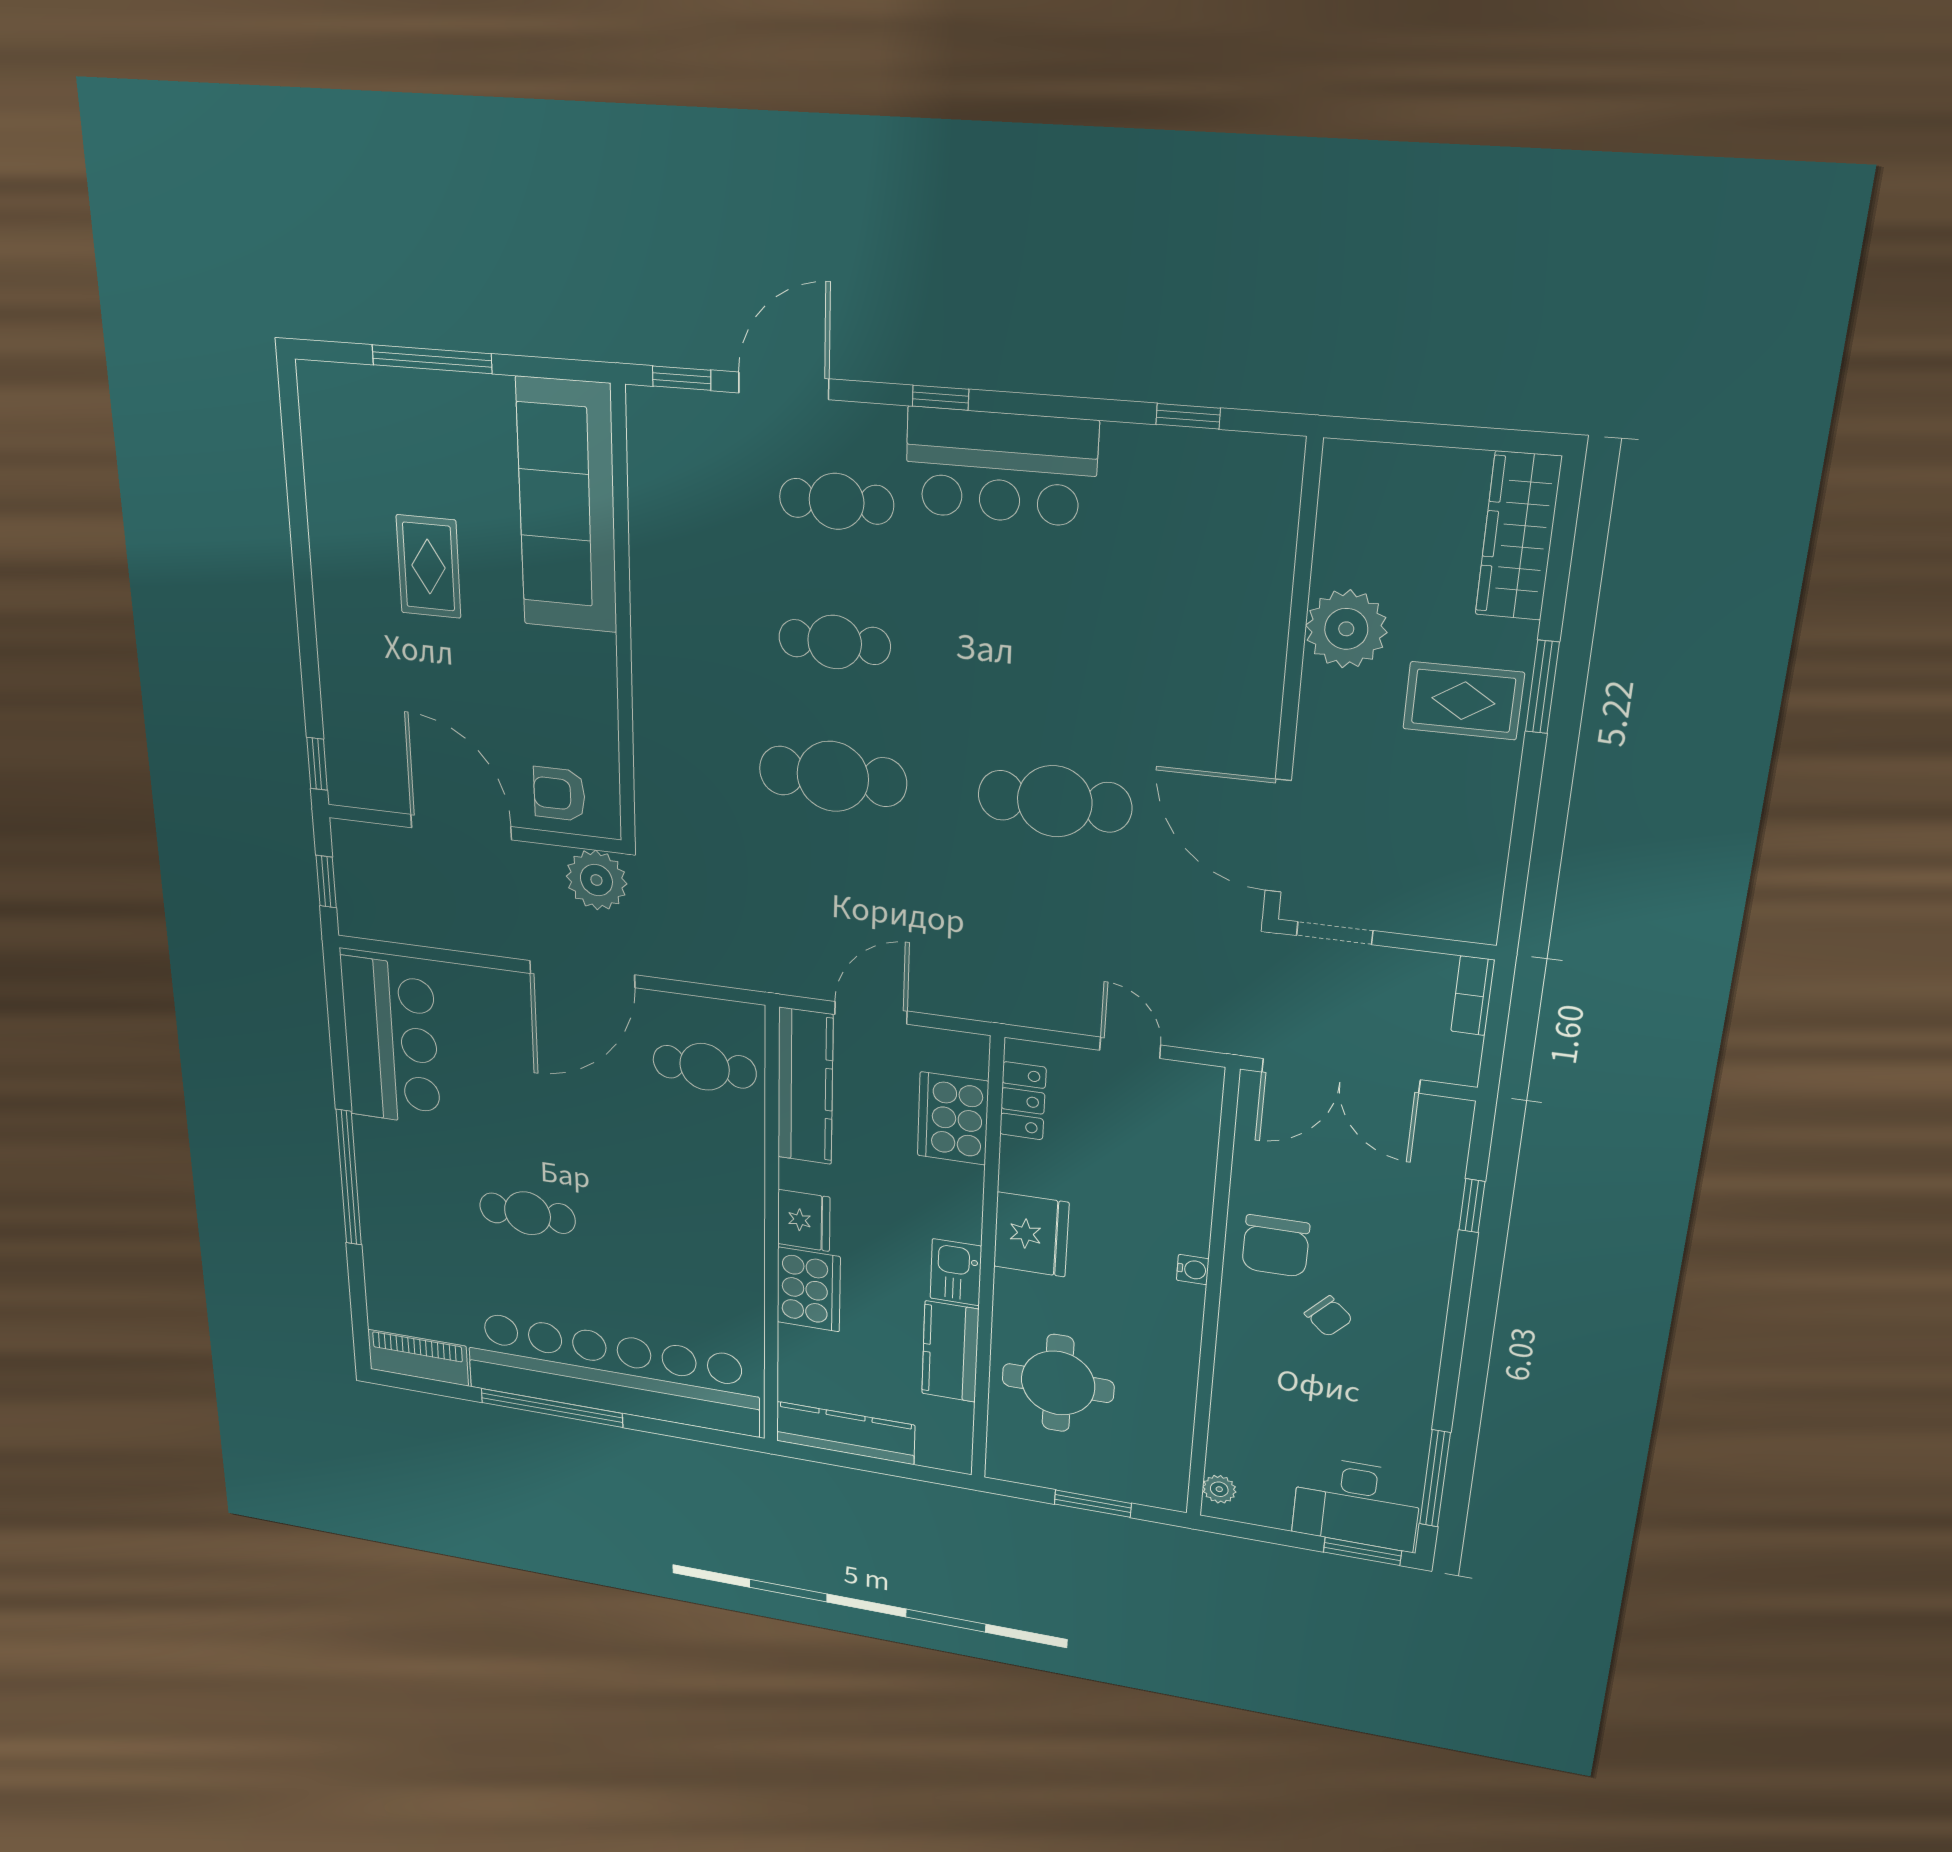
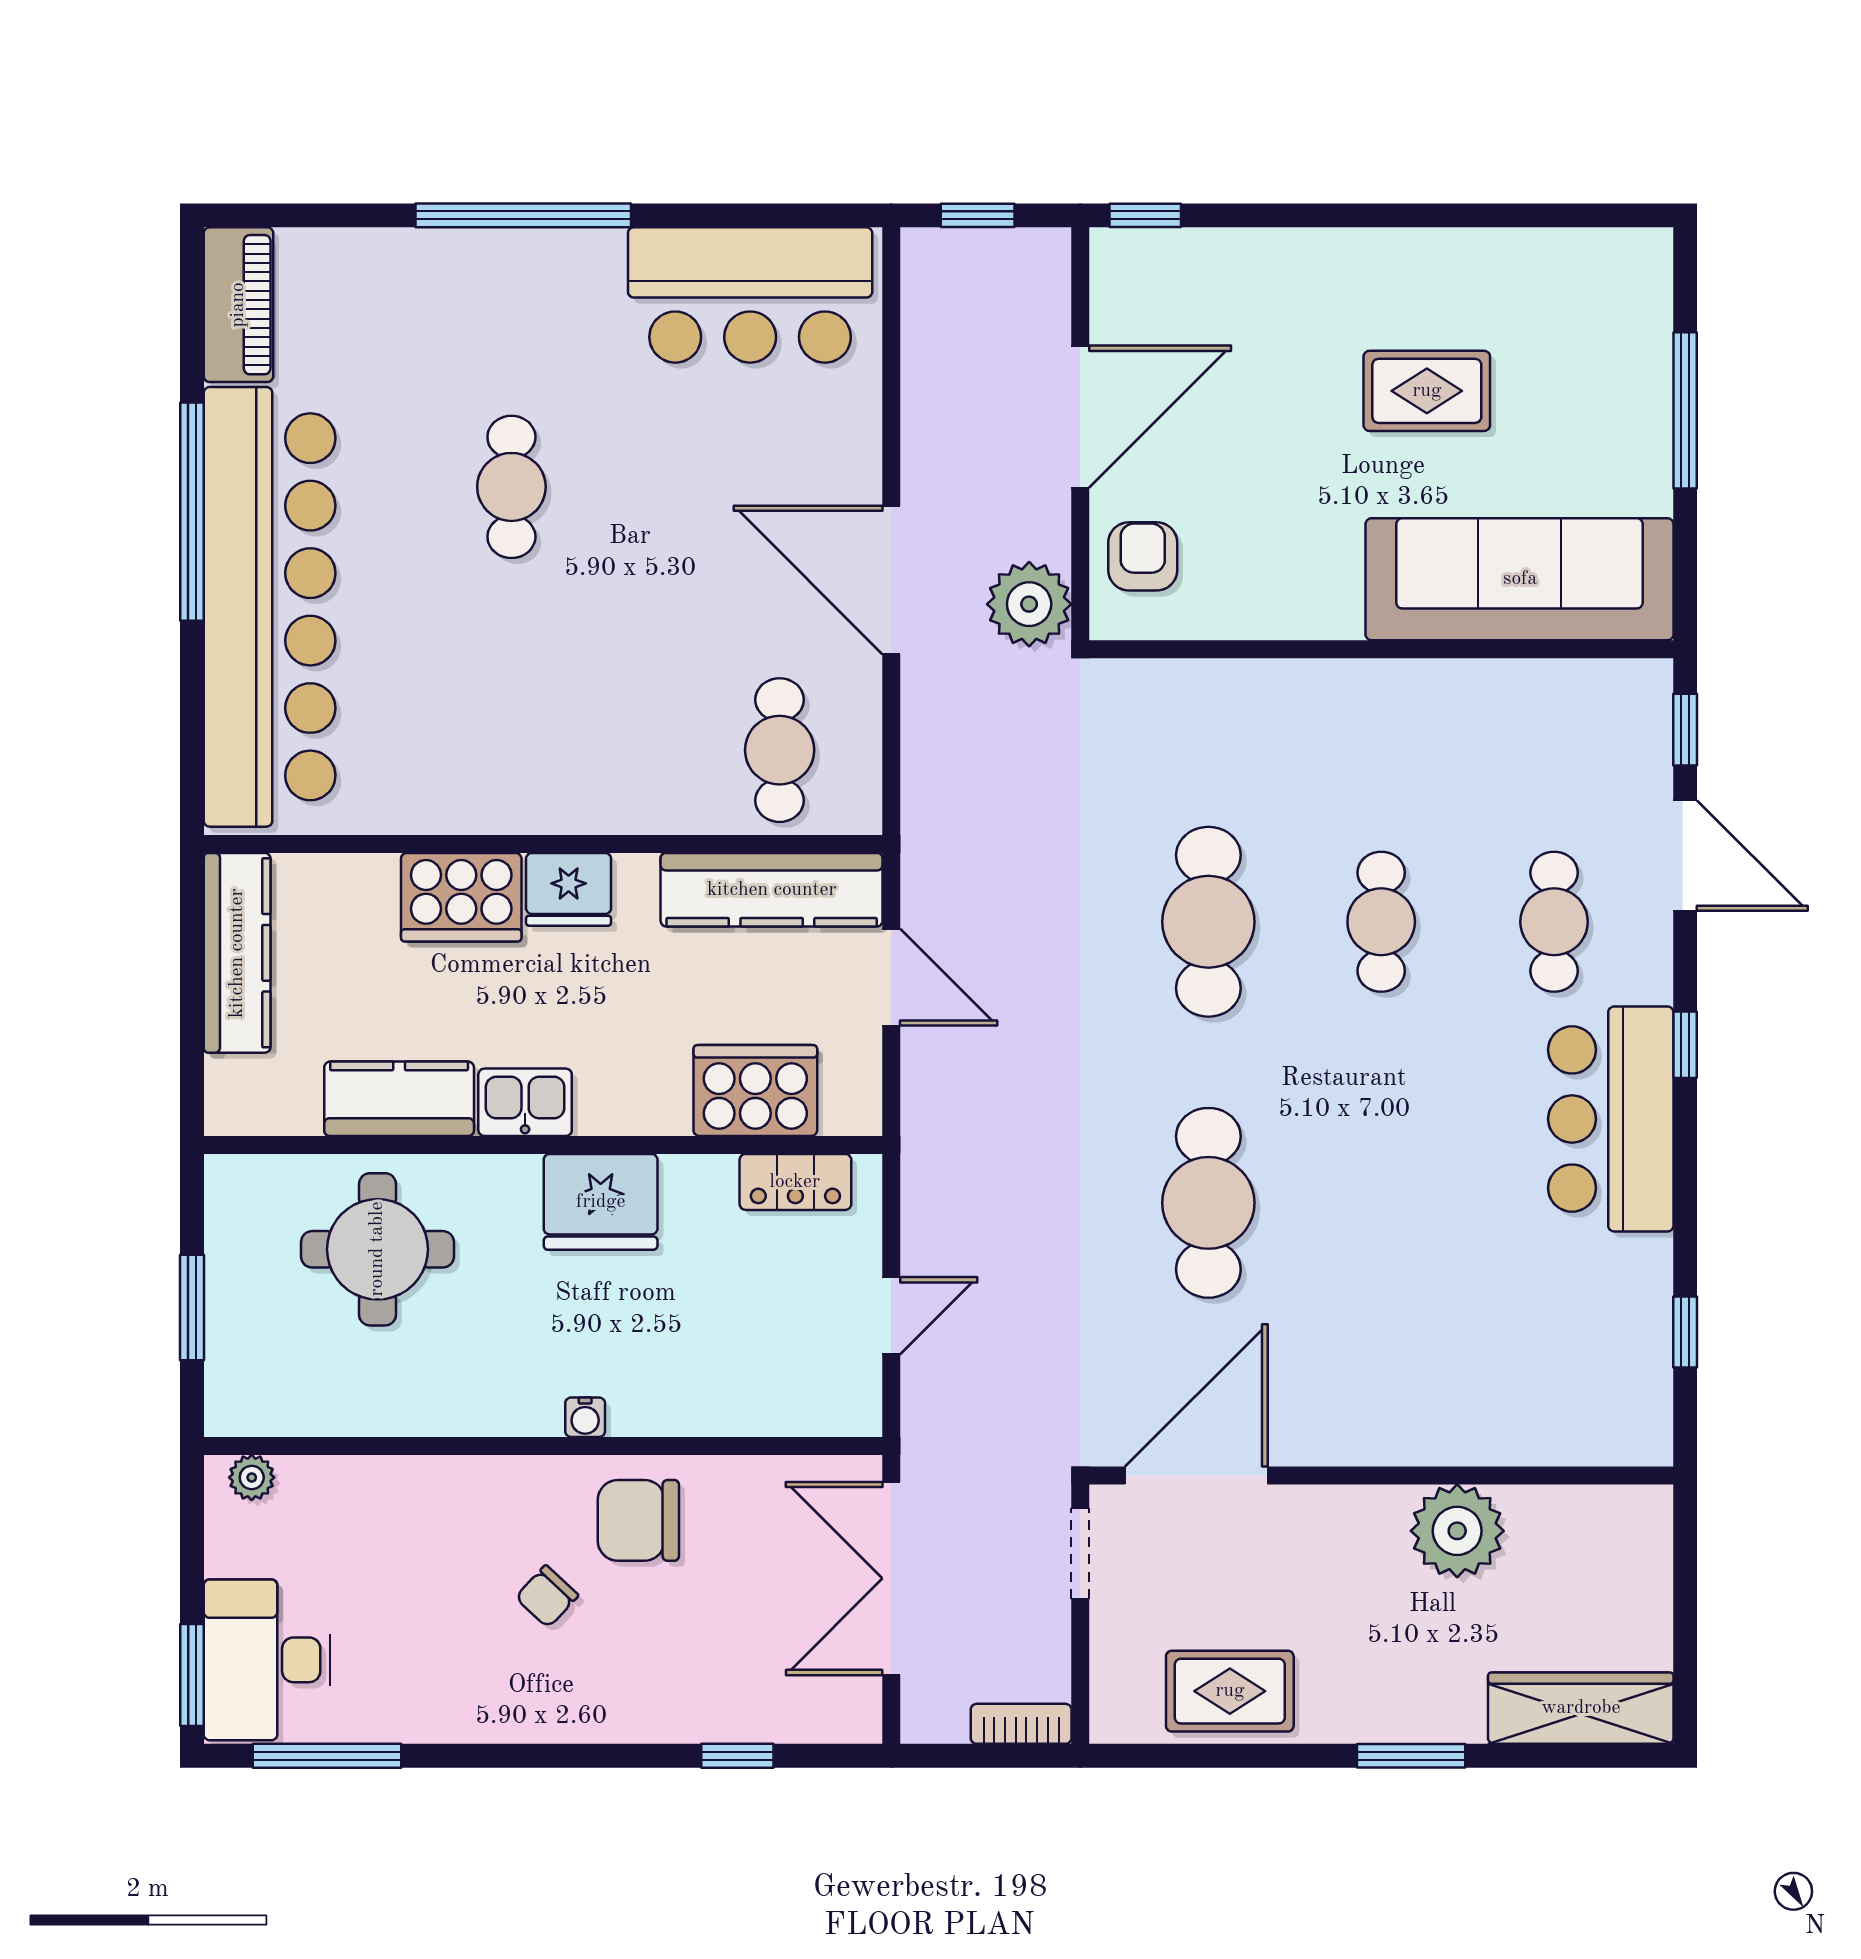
rug: (1463, 701) -> (1230, 1691), moved, turned 90

